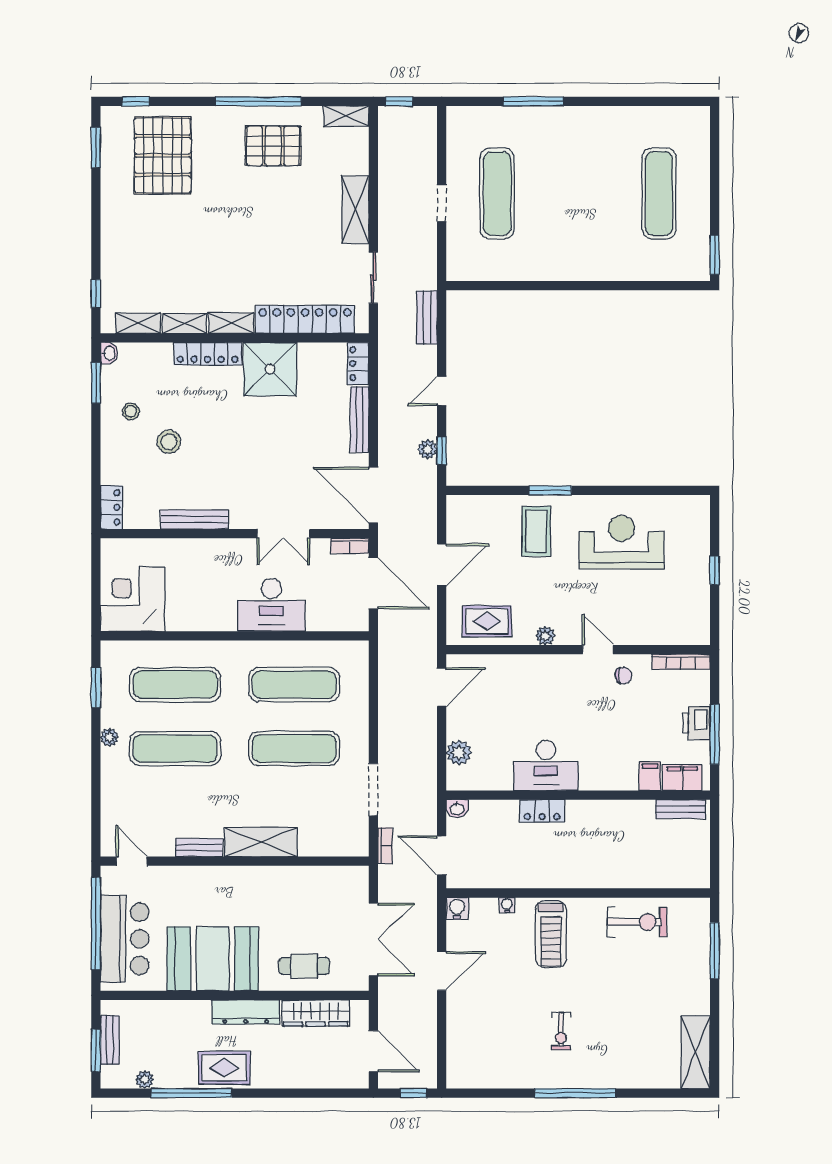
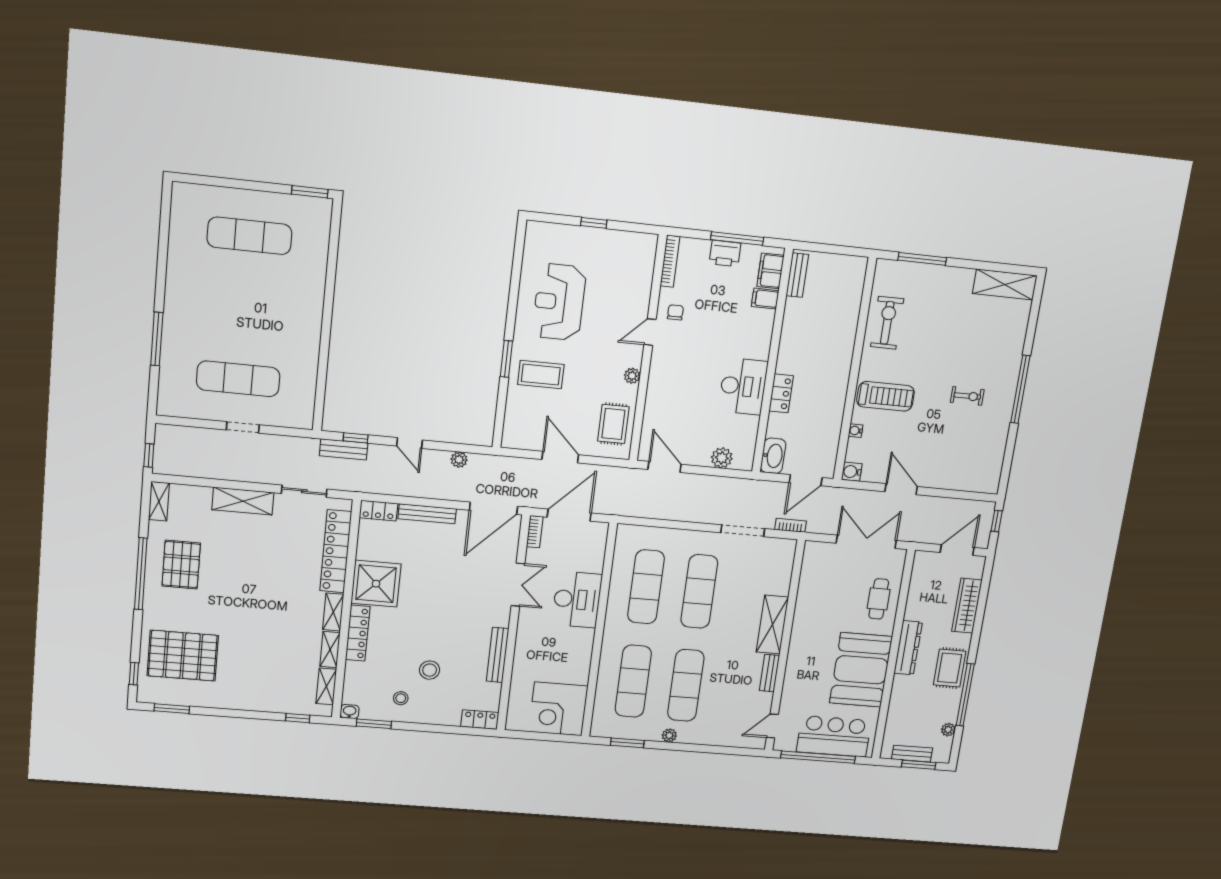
window: (442, 450) -> (356, 438), moved
washbasin: (457, 809) -> (773, 456), width x1.91, depth x1.45
wardrobe: (316, 1013) -> (967, 606), moved, turned 180

